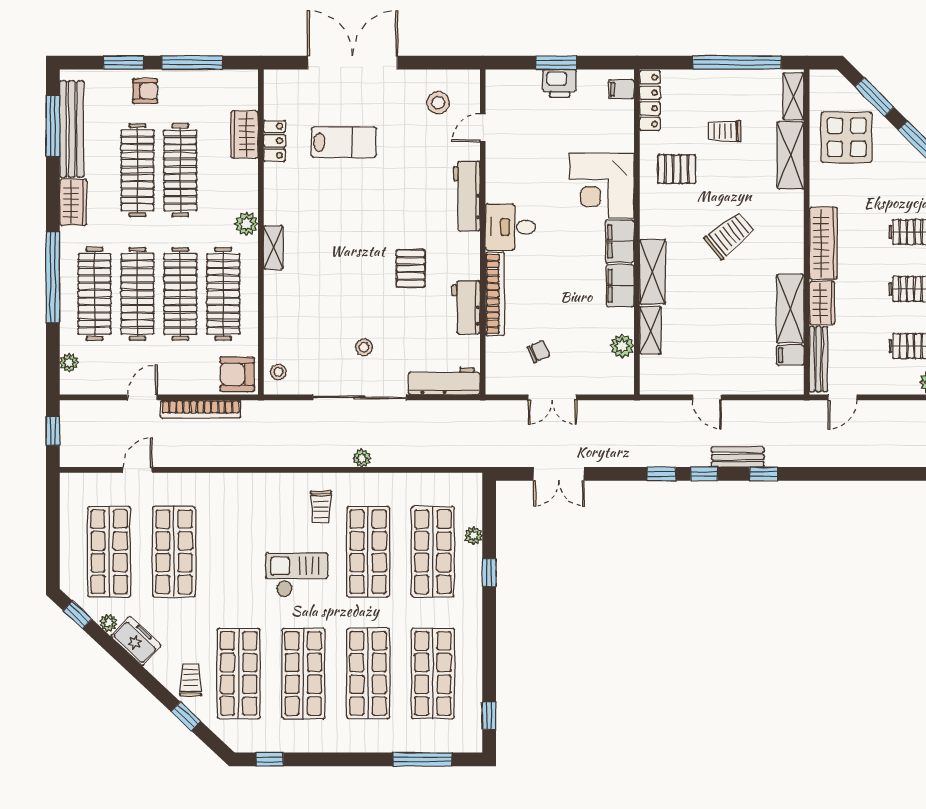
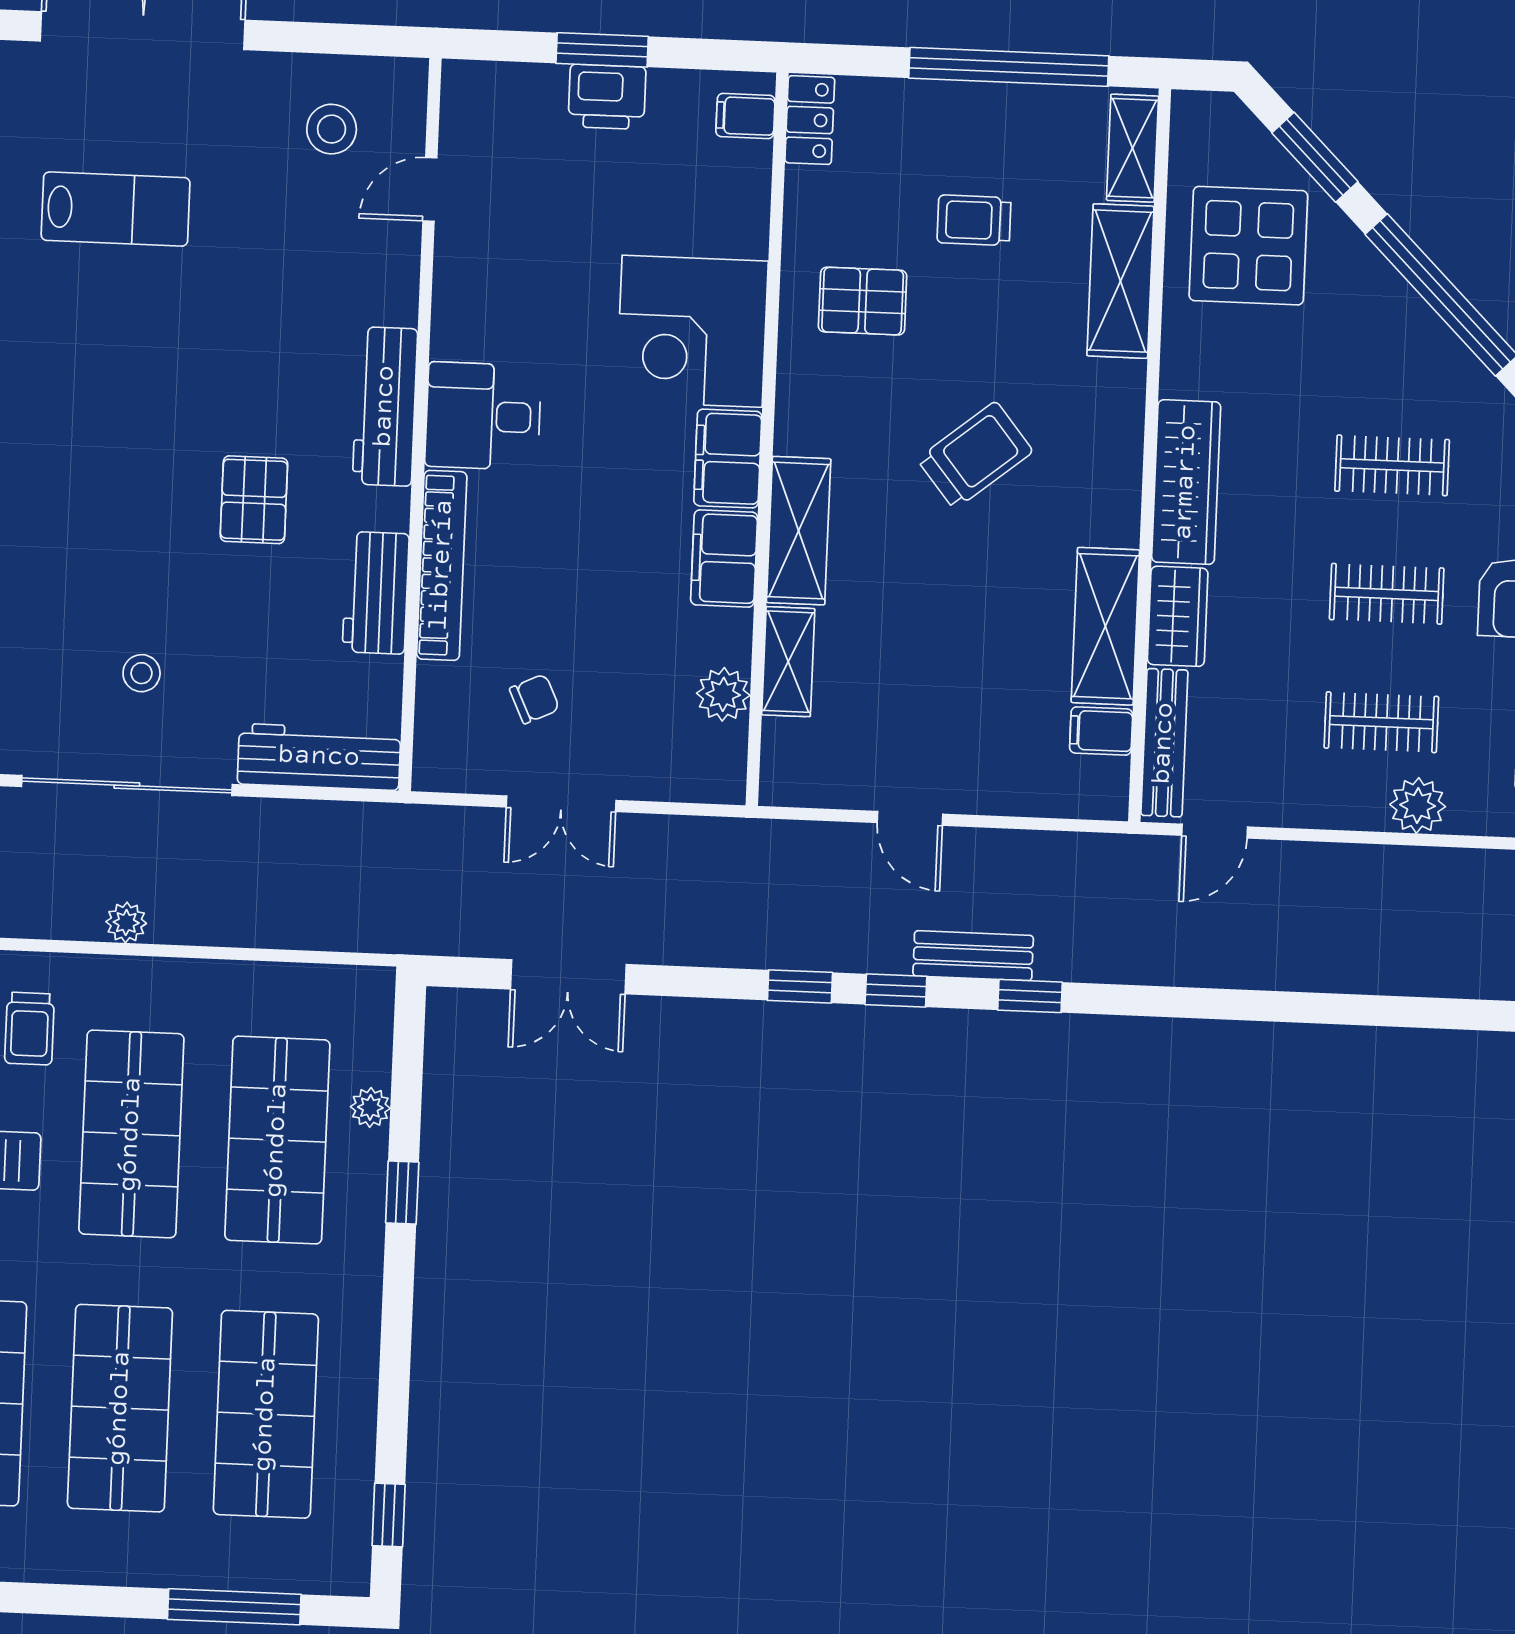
locker: (650, 101) -> (810, 120), width x0.66
workbench: (467, 196) -> (385, 406), moved

